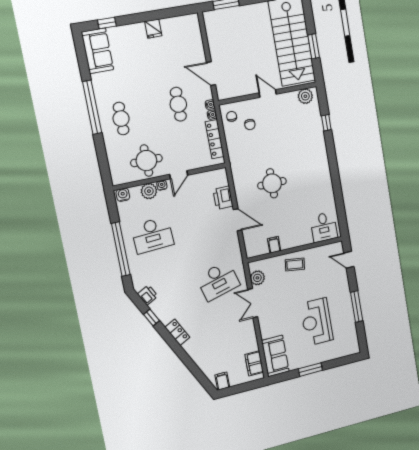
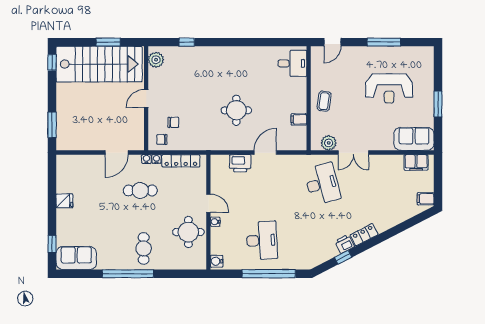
cafe table: (121, 119) -> (144, 248), turned 90
plant: (149, 191) -> (218, 235), removed
printer: (148, 295) -> (345, 244), moved

